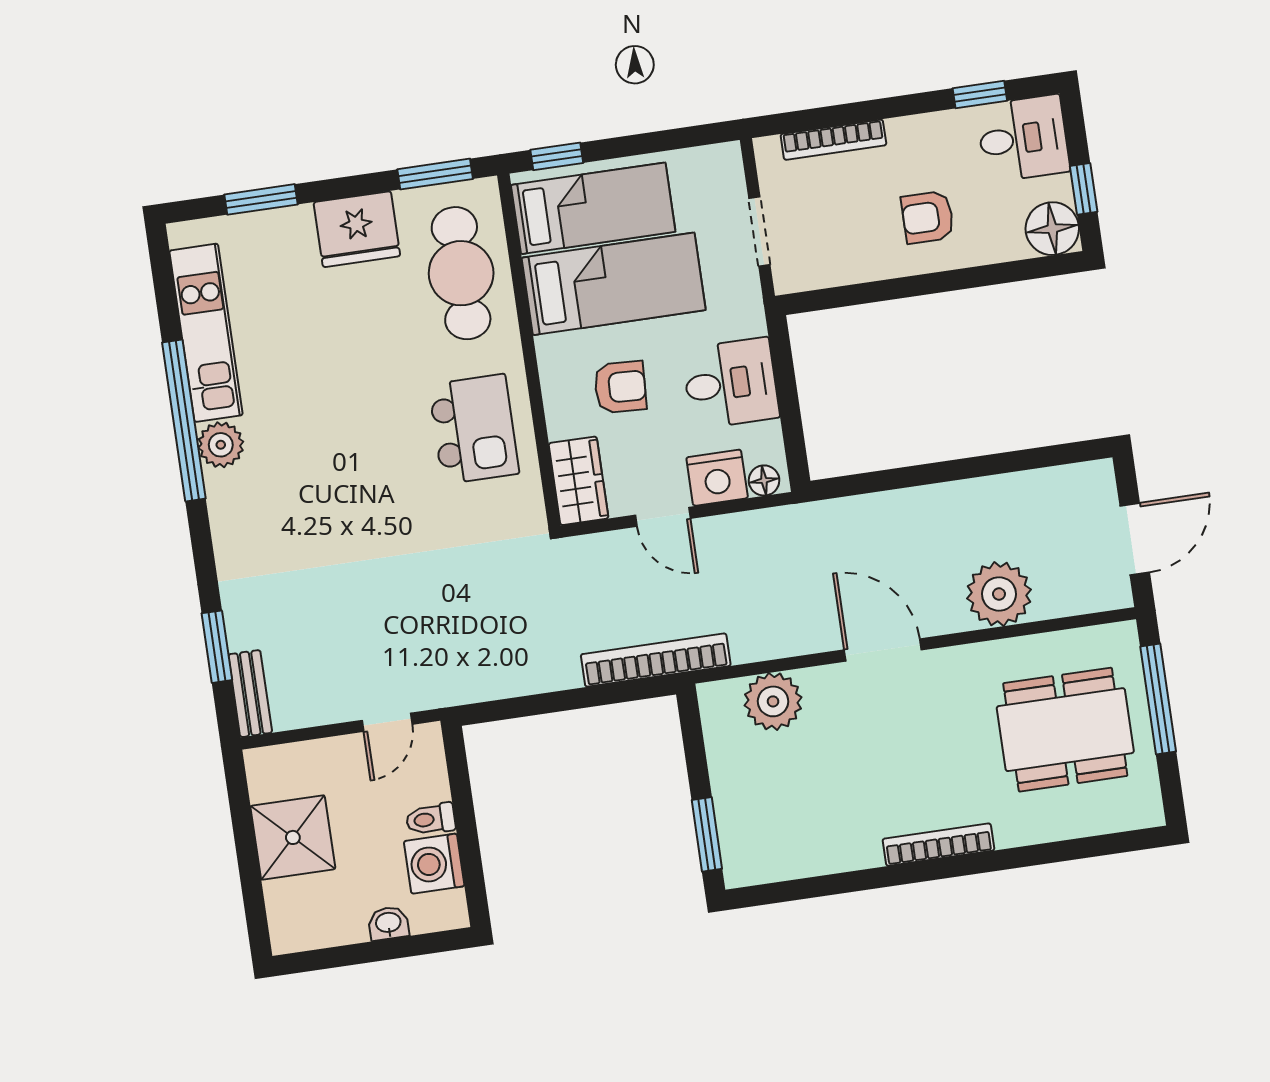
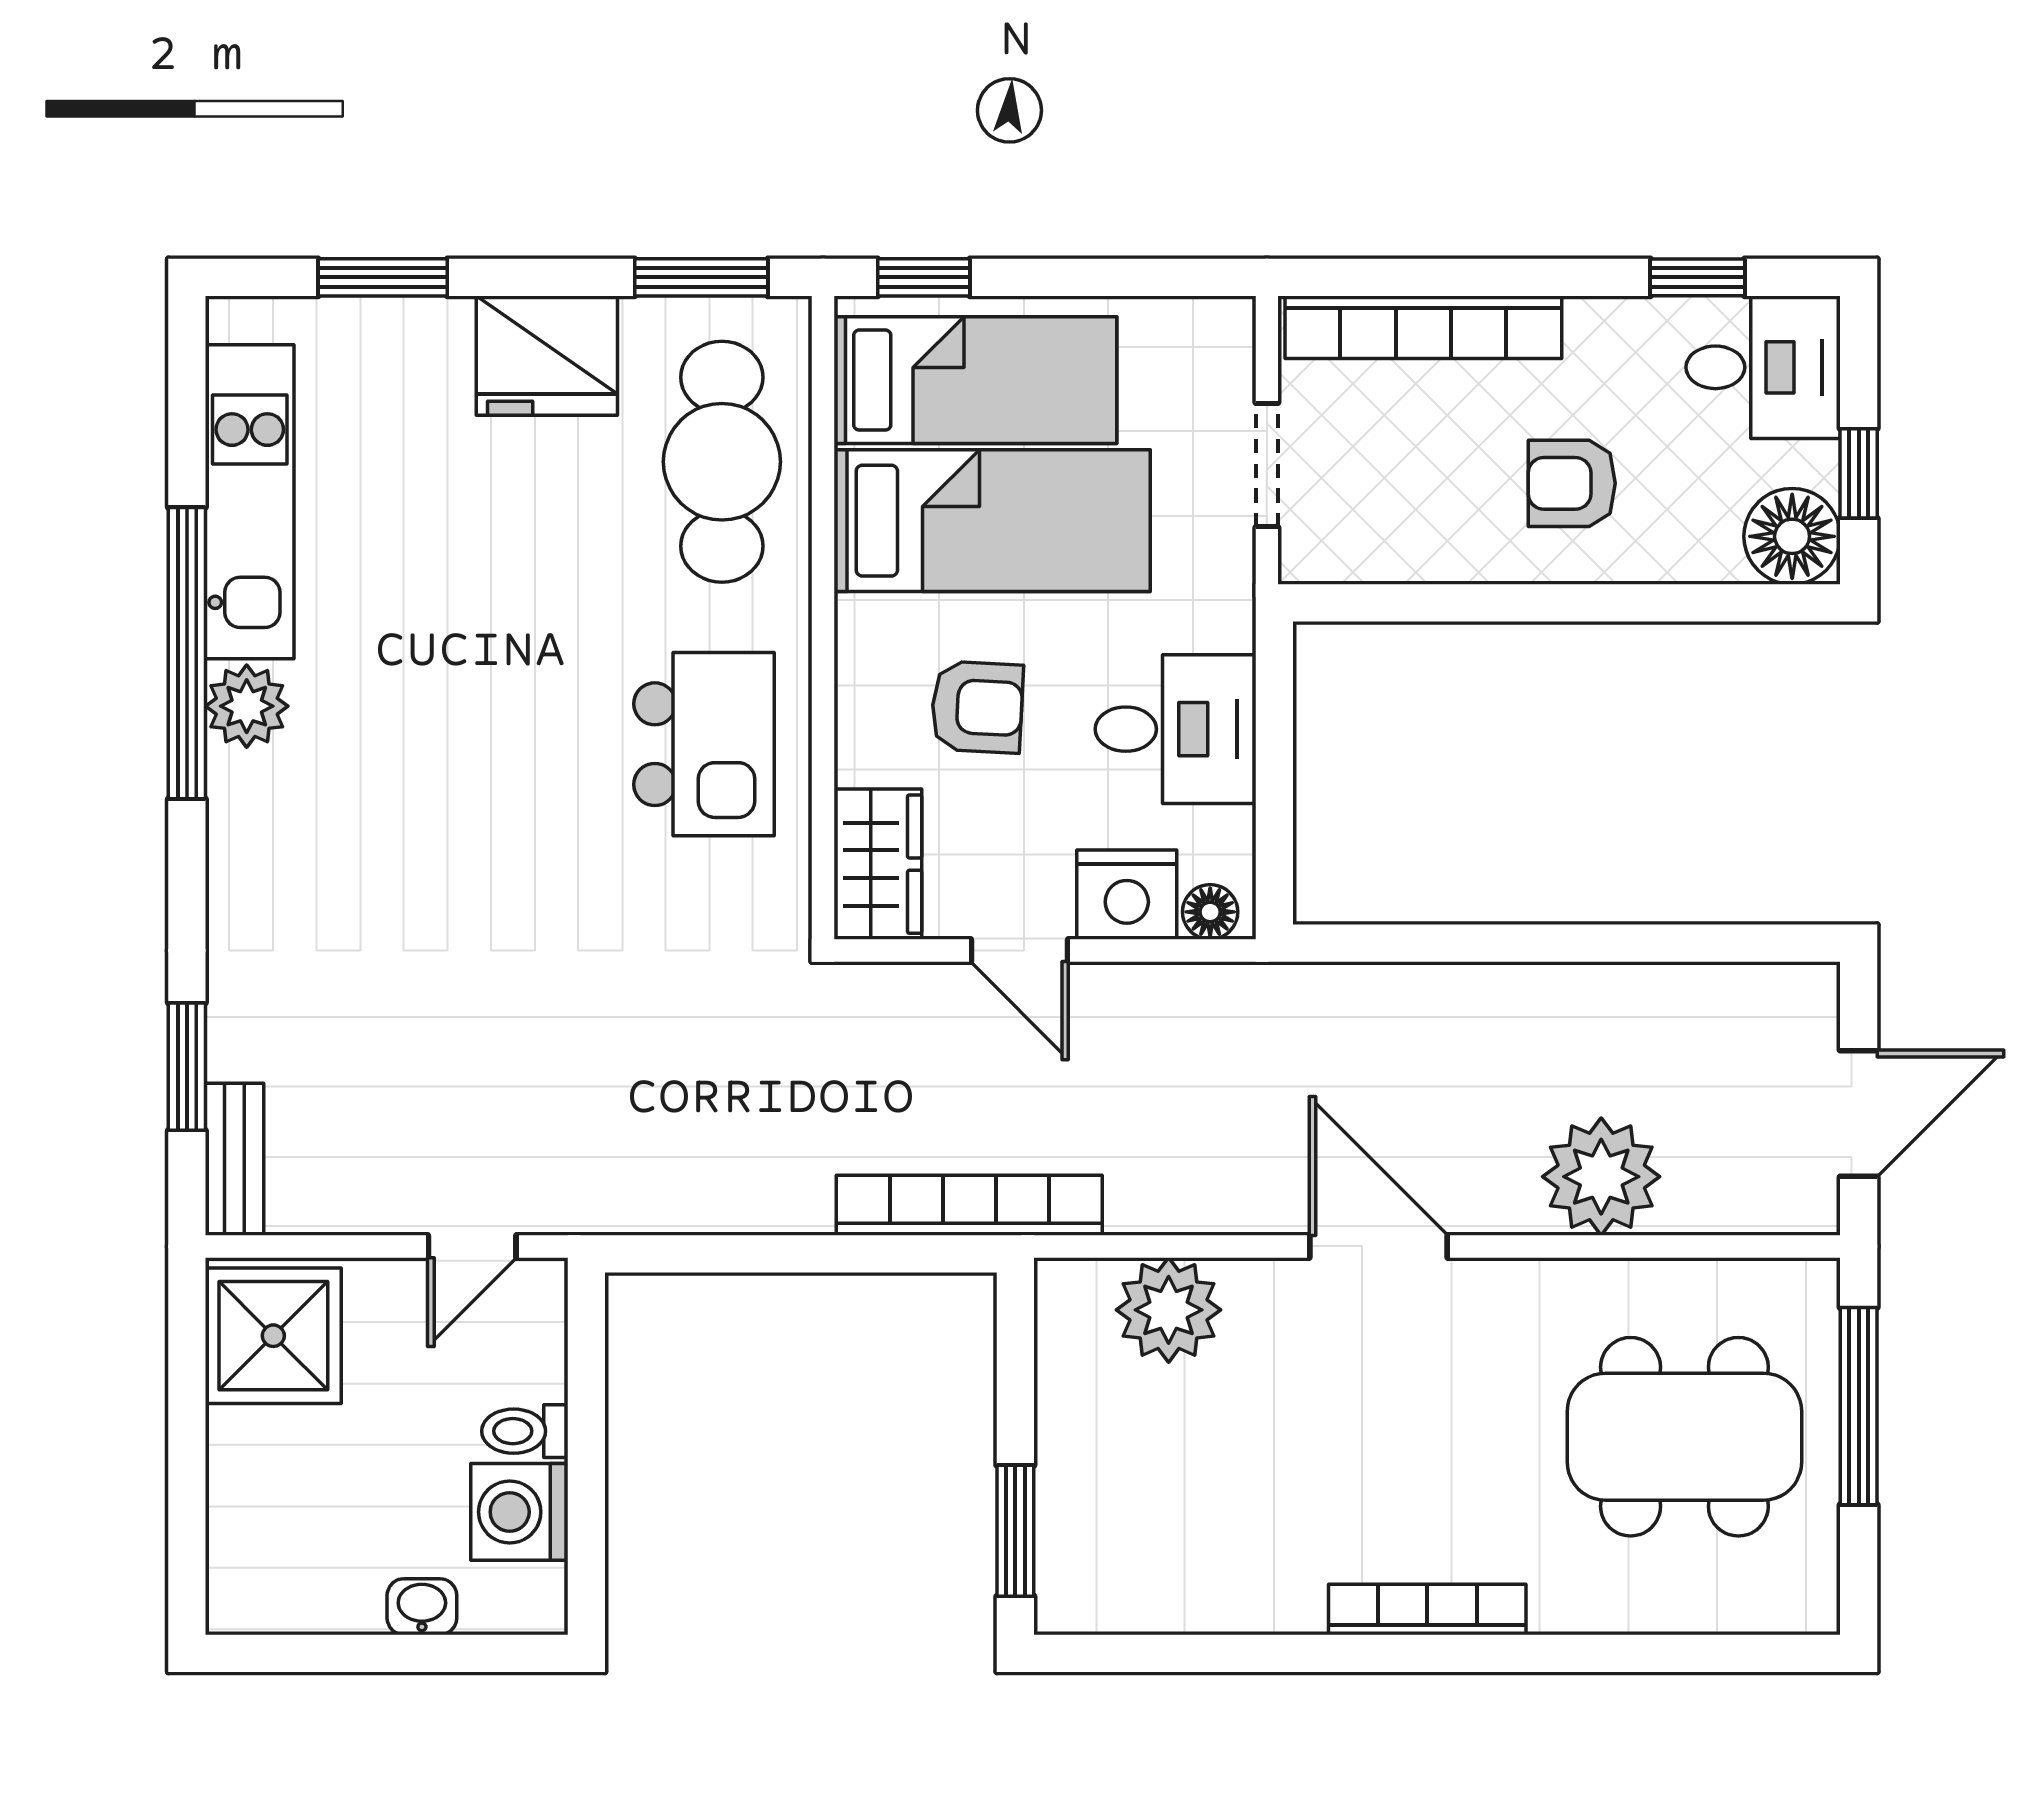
bookcase: (833, 140) -> (1423, 327), width x1.48, depth x1.31
shower: (293, 837) -> (273, 1336), moved

